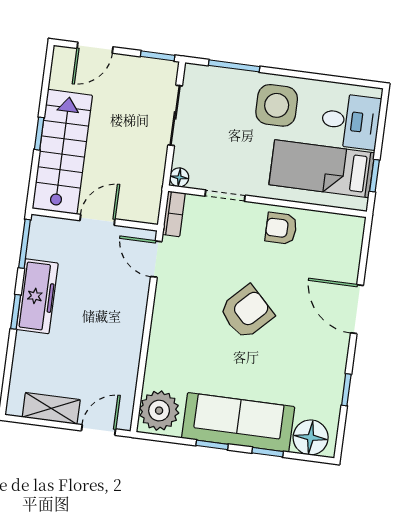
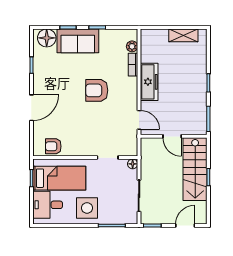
bookcase: (174, 214) -> (133, 65), moved
door: (97, 220) -> (172, 136), hinge flipped
armchair: (281, 228) -> (53, 146), moved, turned 180
freezer: (37, 296) -> (149, 82), moved, turned 180
door: (357, 309) -> (31, 108), hinge flipped
armchair: (246, 312) -> (97, 90), moved, turned 45
plant: (159, 411) -> (132, 46), width x0.53, depth x0.53
sofa: (238, 422) -> (78, 41), width x0.73
door: (98, 430) -> (157, 27), removed

